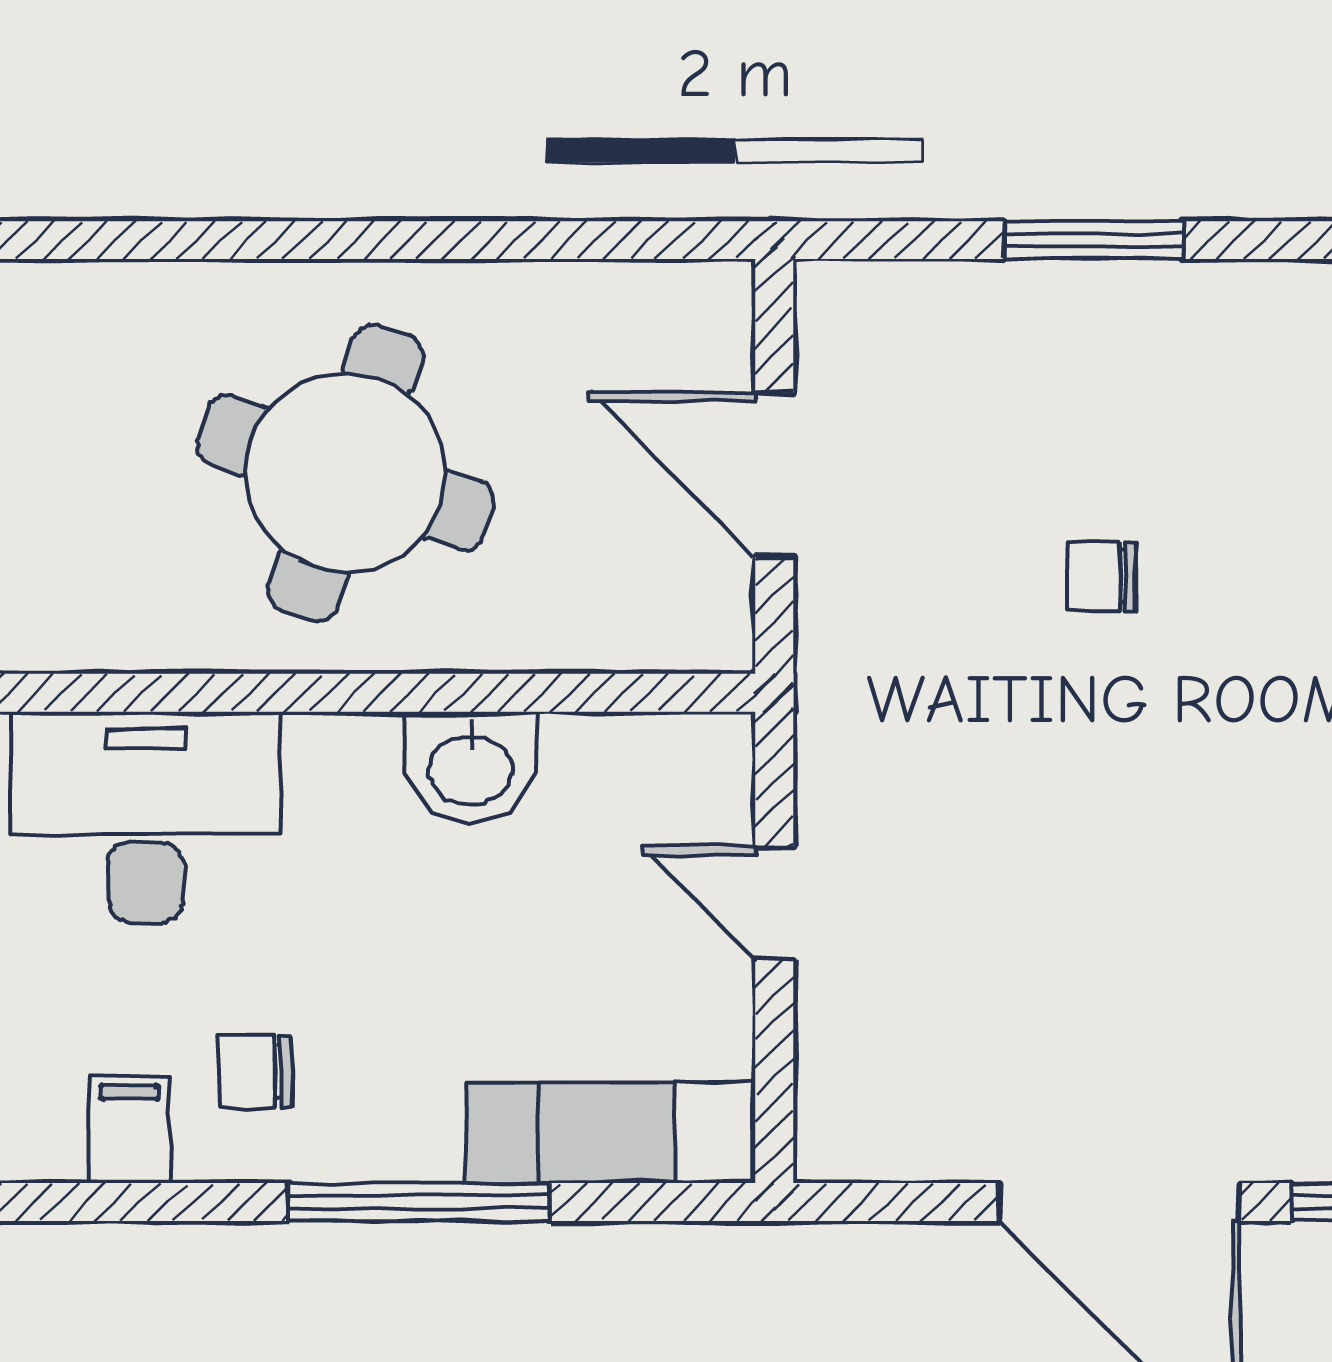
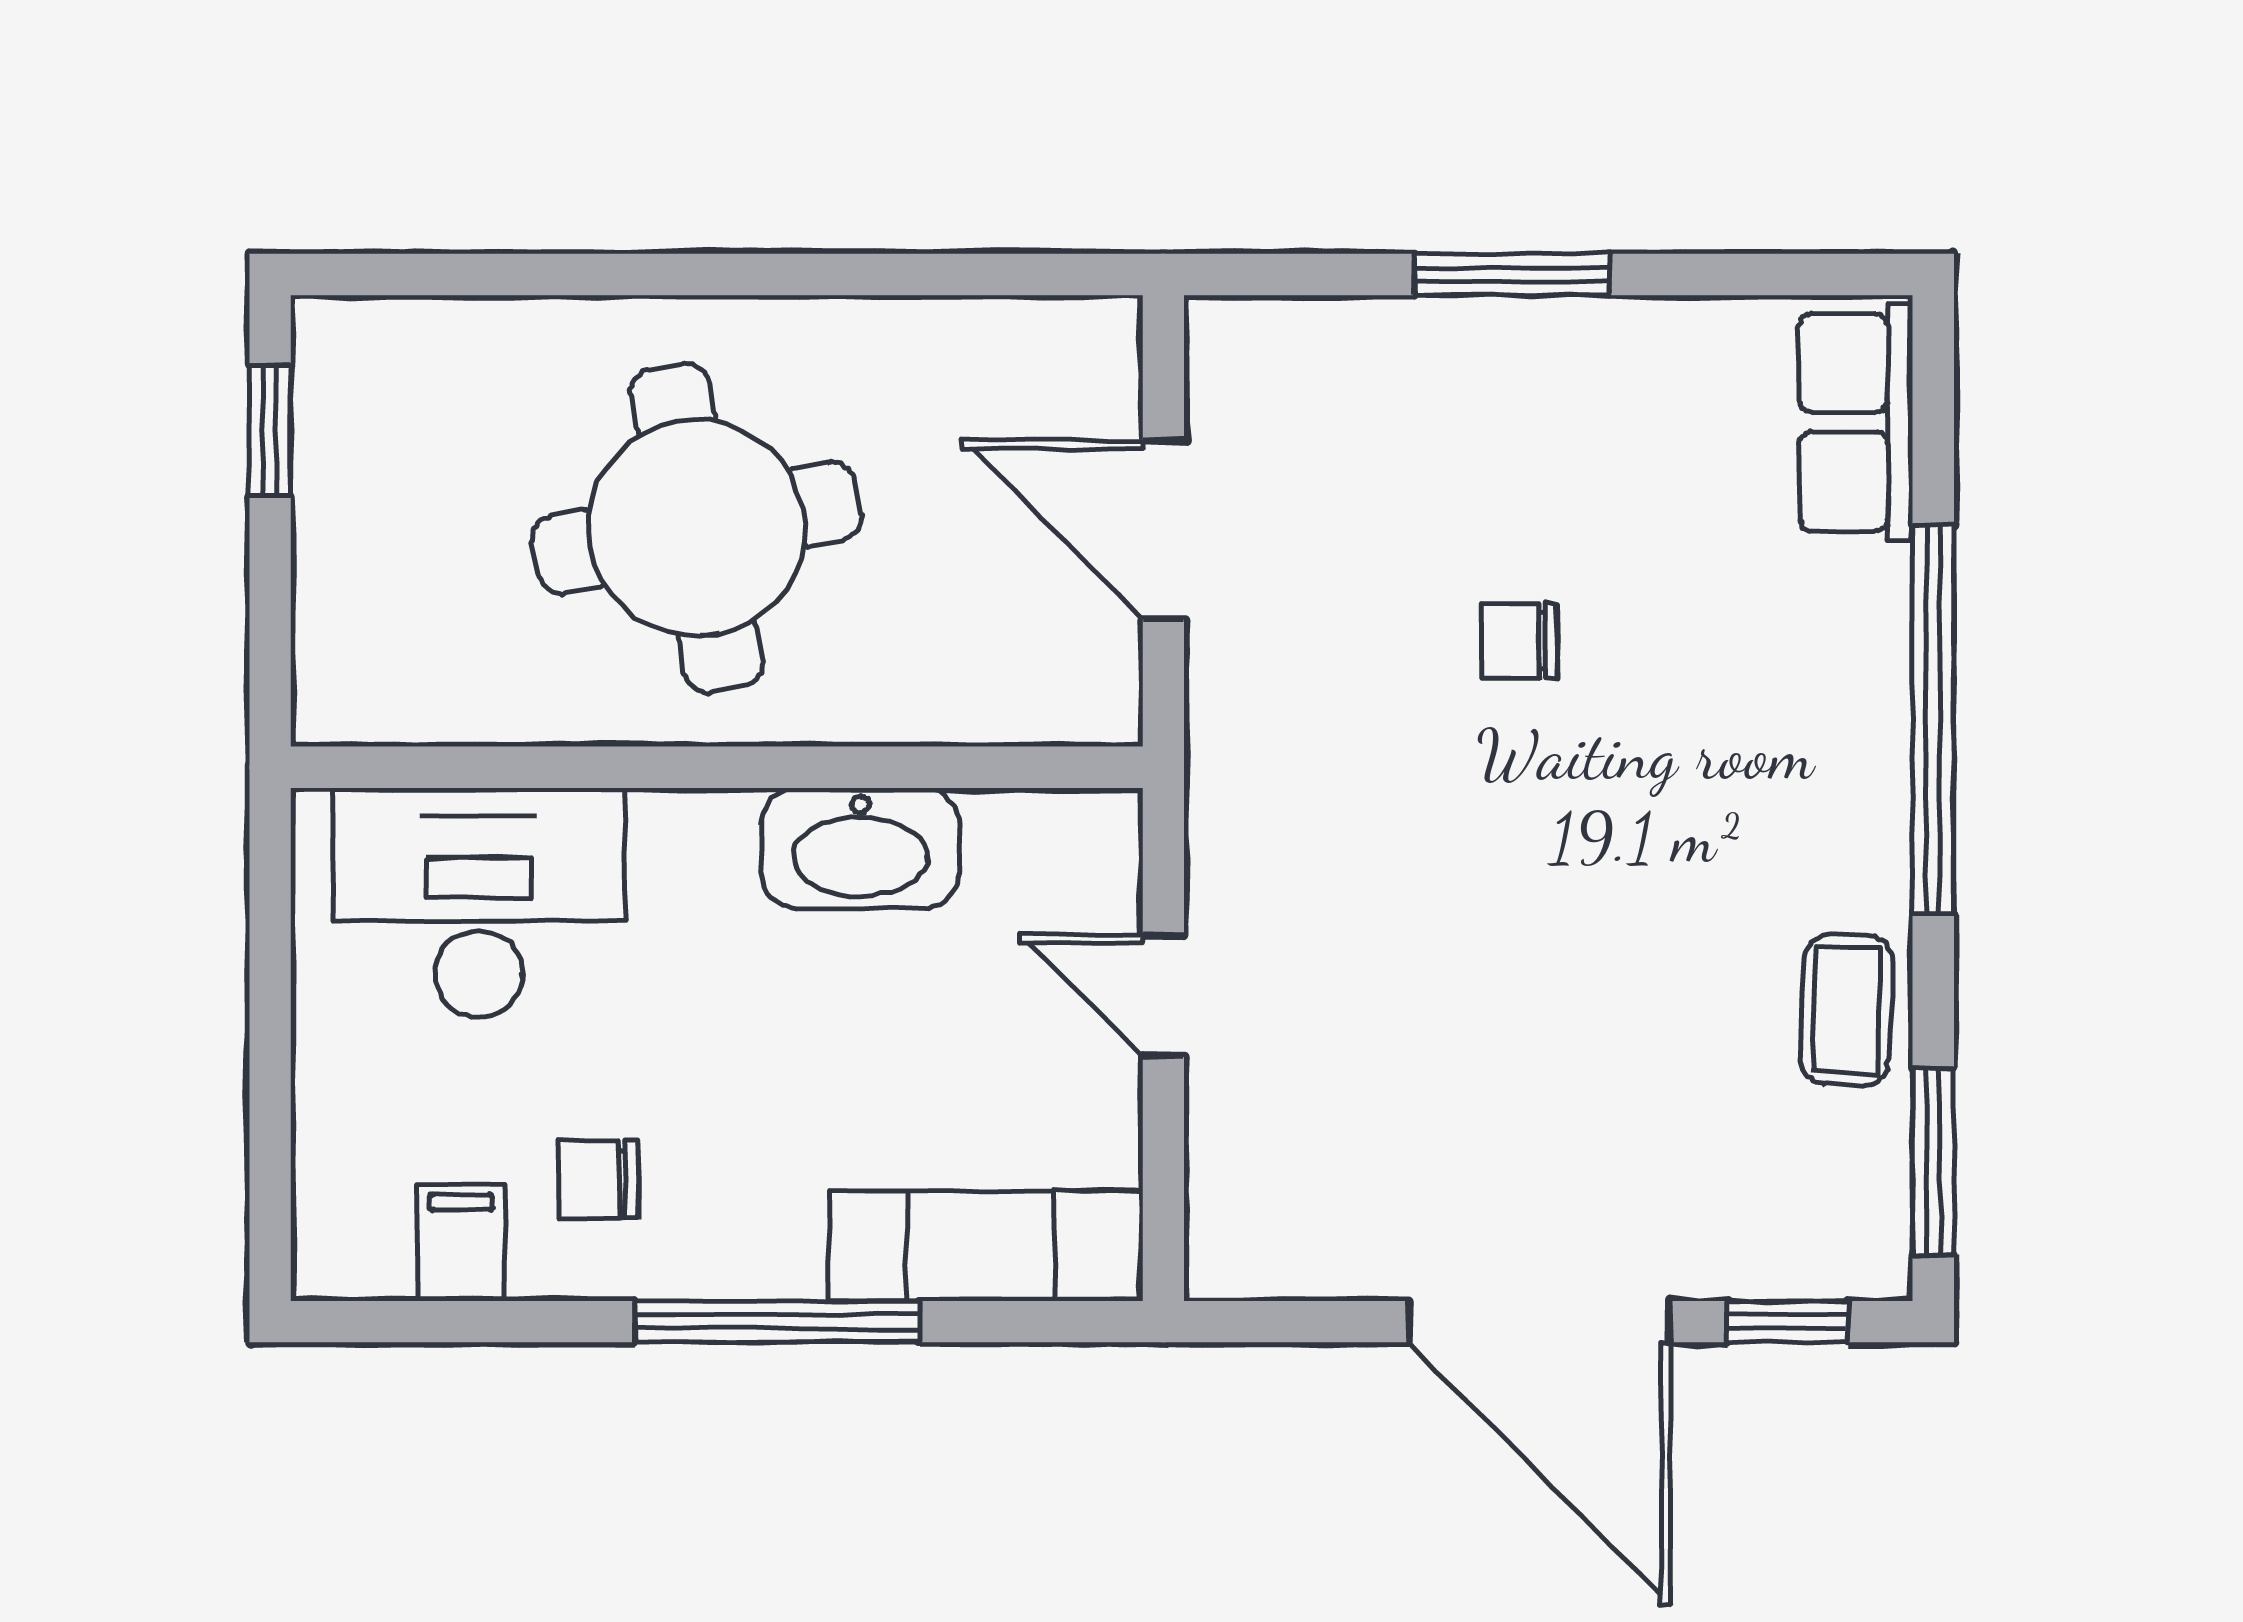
round table: (346, 473) -> (697, 528), turned -30
washbasin: (471, 767) -> (860, 848), width x1.38

